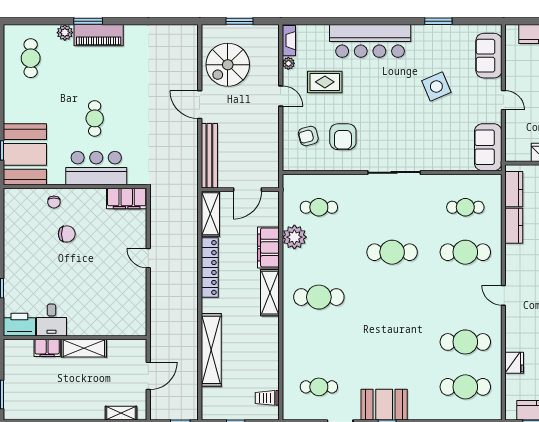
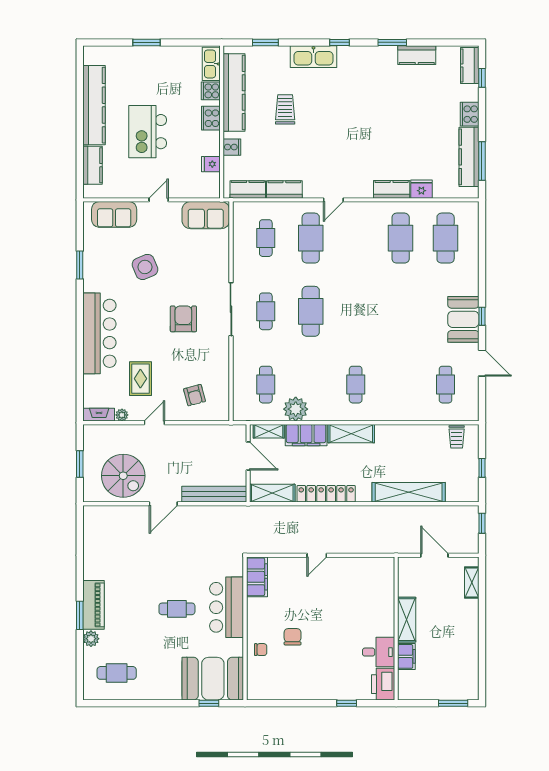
armchair: (343, 137) -> (183, 319), moved, turned -90
cafe table: (392, 207) -> (266, 311), added
shelving: (272, 210) -> (269, 431), added
door: (503, 295) -> (333, 200), moved
cafe table: (319, 297) -> (356, 385), width x0.73, depth x0.74
kitchen counter: (514, 333) -> (392, 189), added

